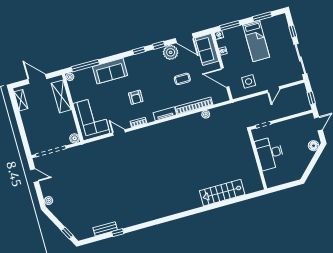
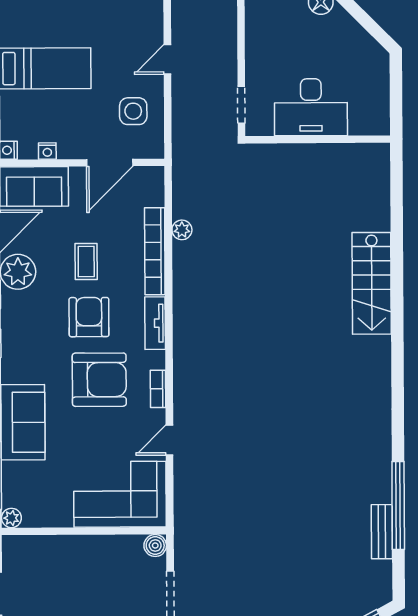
armchair: (160, 86) -> (89, 317), added
door: (273, 90) -> (167, 59), swing flipped
shelving: (61, 96) -> (51, 550), removed
armchair: (136, 97) -> (99, 380), width x1.88, depth x1.88
stairs: (222, 193) -> (372, 283), moved
window: (118, 233) -> (398, 505), width x3.17

